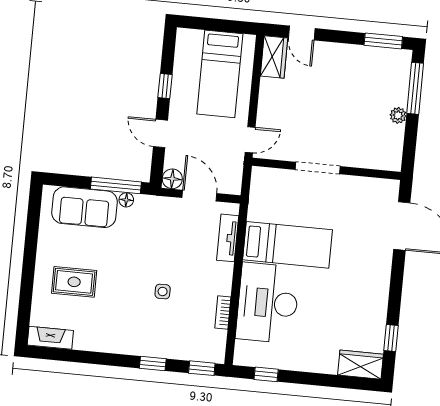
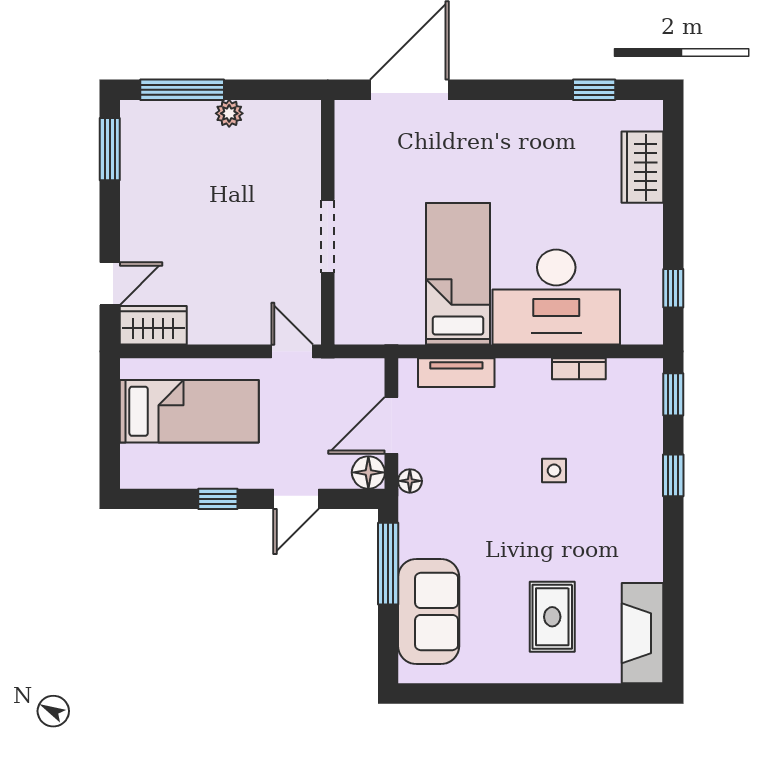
floor lamp: (126, 200) -> (410, 481), moved
fireplace: (50, 338) -> (642, 633), width x1.37, depth x1.32
wardrobe: (360, 365) -> (642, 167), moved

